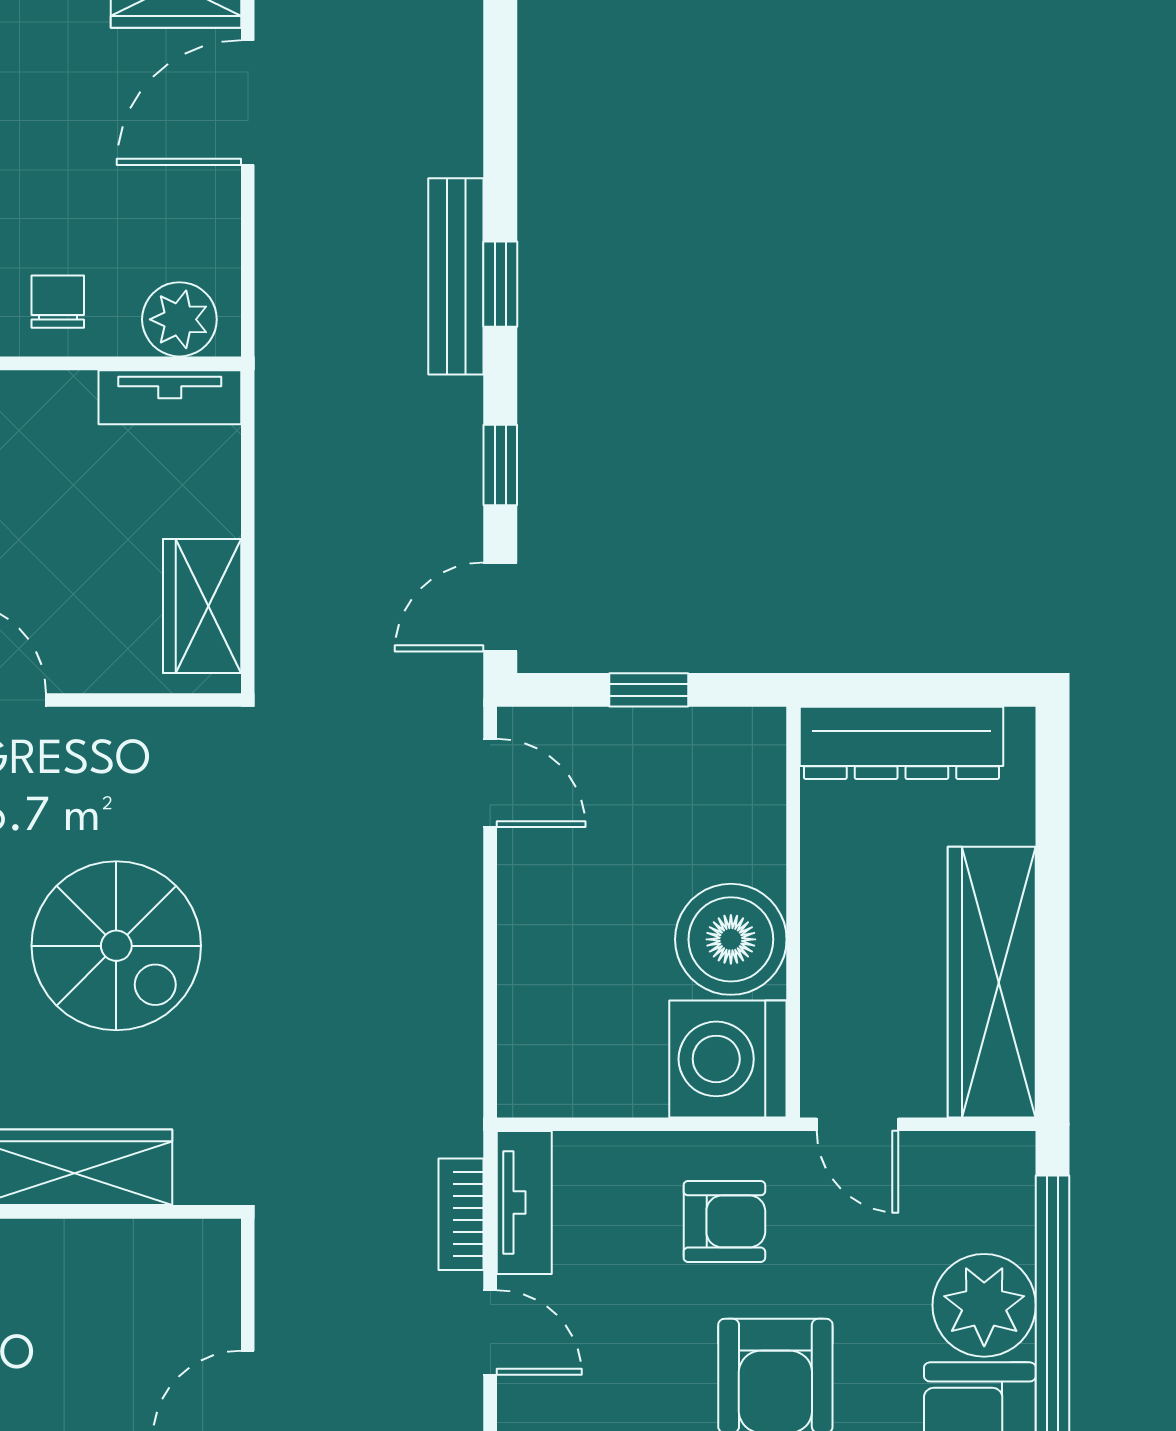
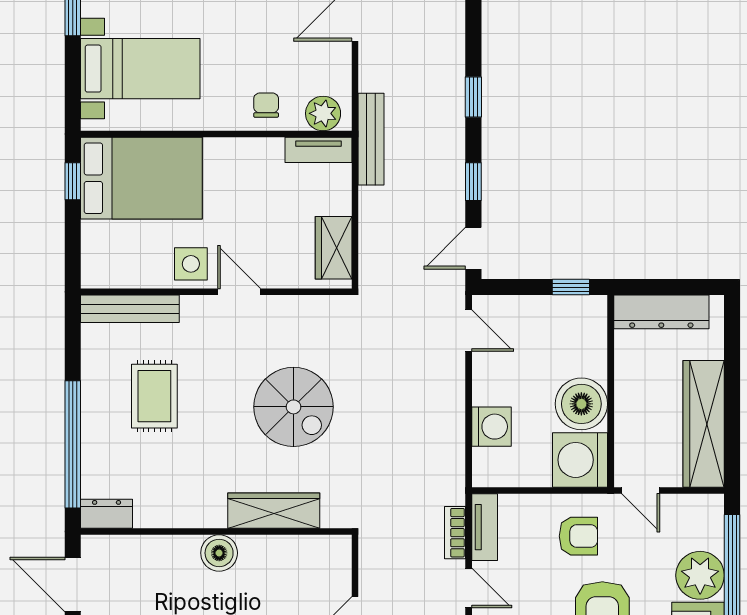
bench: (456, 276) -> (371, 139), moved
window: (649, 690) -> (571, 287), moved
washing machine: (539, 988) -> (492, 427), added

